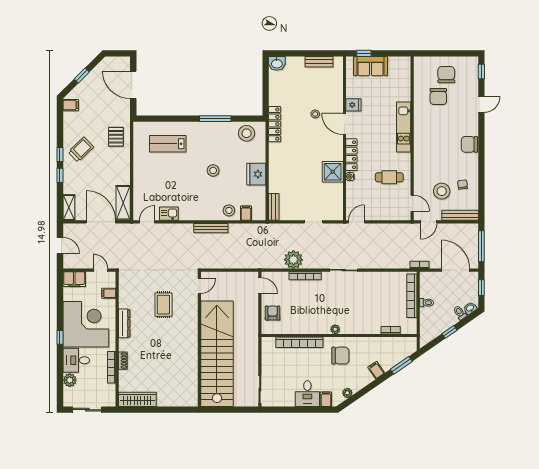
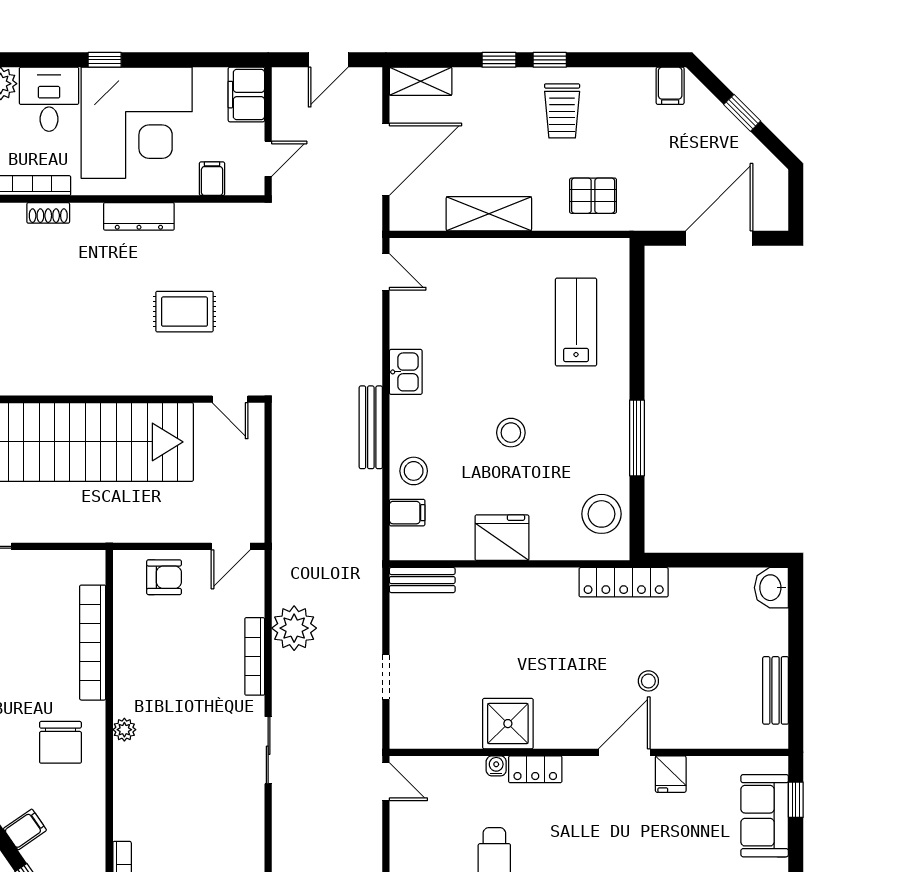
trolley: (81, 149) -> (562, 111), turned 44
locker: (351, 155) -> (535, 769), width x0.66
shelving: (123, 203) -> (489, 214), moved
kitchen sink: (169, 214) -> (406, 372), moved

